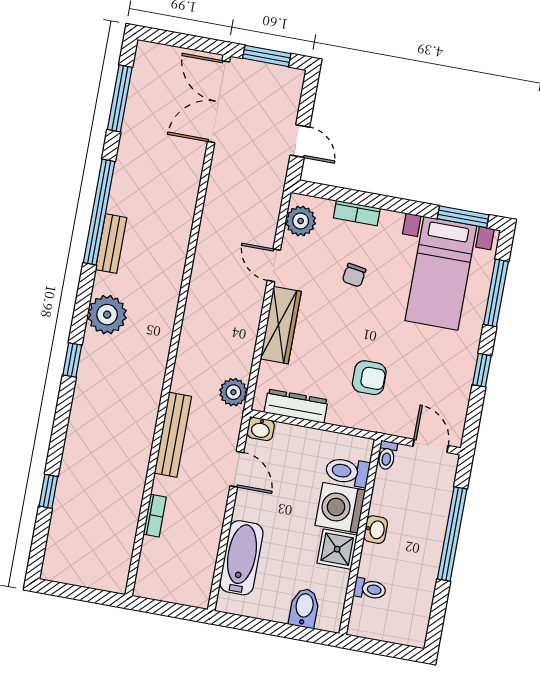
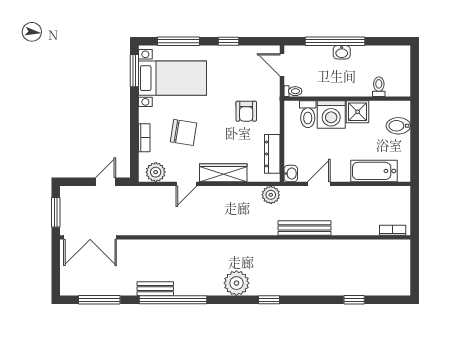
bench: (111, 244) -> (155, 289), moved
chair: (354, 275) -> (183, 132), width x1.87, depth x1.87
armchair: (369, 378) -> (246, 111), turned 180
door: (431, 446) -> (282, 65), hinge flipped
bookcase: (155, 516) -> (393, 230), moved
washbasin: (376, 530) -> (342, 52), moved, turned 180

